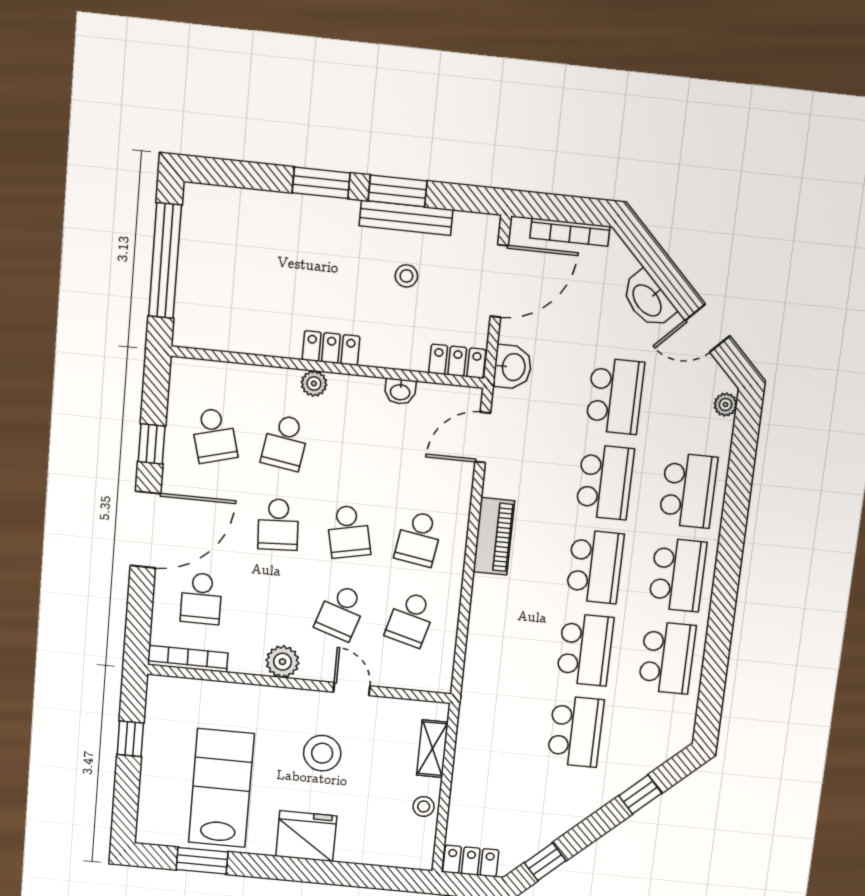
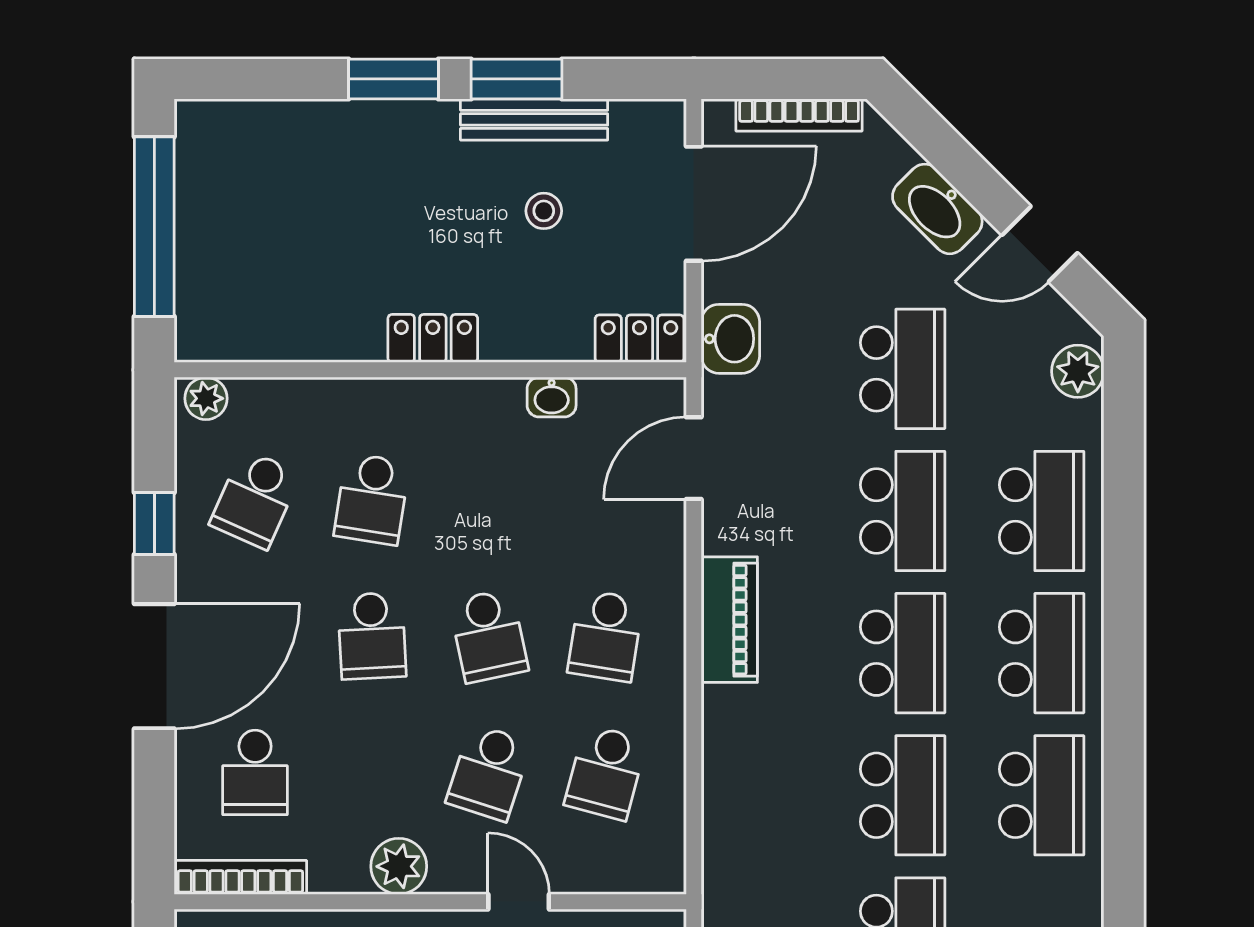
plant: (314, 383) -> (206, 398), moved
plant: (726, 405) -> (1078, 371), width x1.38, depth x1.38
school desk: (214, 435) -> (255, 499), turned 39

